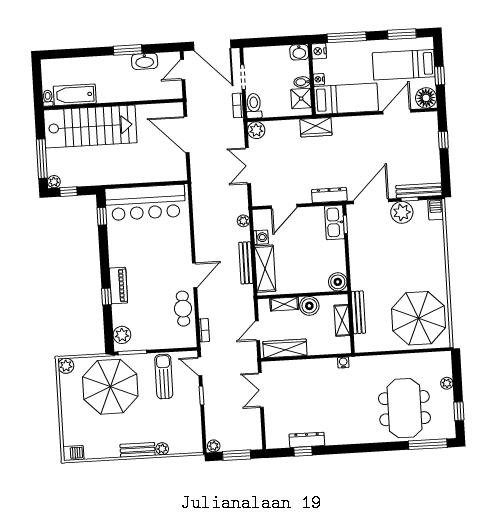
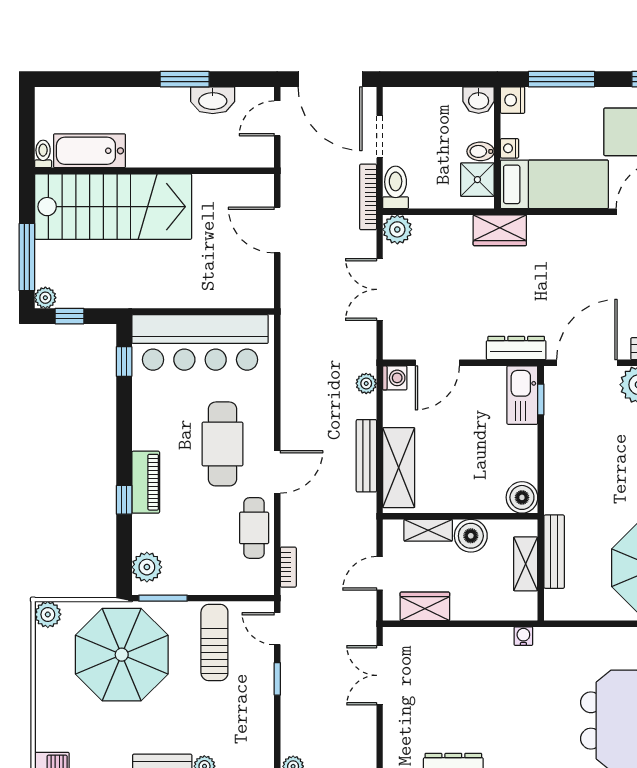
bookcase: (238, 105) -> (368, 197), width x1.56
door: (186, 135) -> (277, 230), width x0.73
washing machine: (261, 237) -> (395, 378), moved
cafe table: (162, 261) -> (222, 444), added
wardrobe: (285, 348) -> (425, 606), width x0.67

